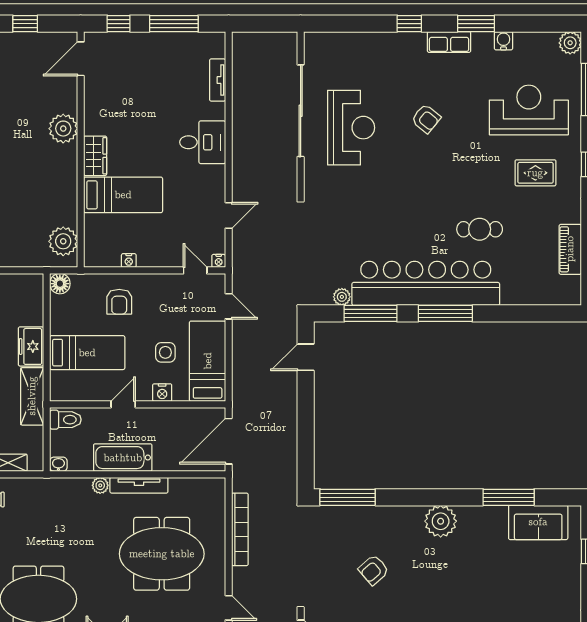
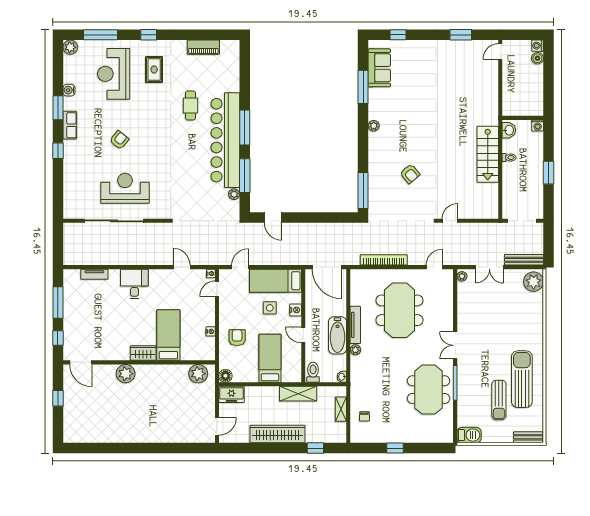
armchair: (119, 302) -> (237, 338), turned -90
freezer: (31, 346) -> (231, 394), moved
plant: (441, 521) -> (374, 126), width x0.53, depth x0.53

